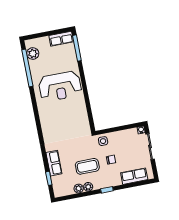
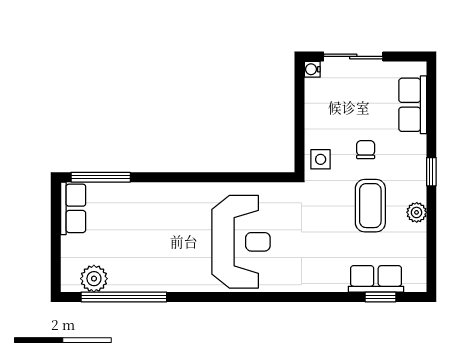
reception desk: (60, 86) -> (241, 242), moved
row of seats: (54, 163) -> (376, 279), moved
plant: (79, 189) -> (416, 235), removed

